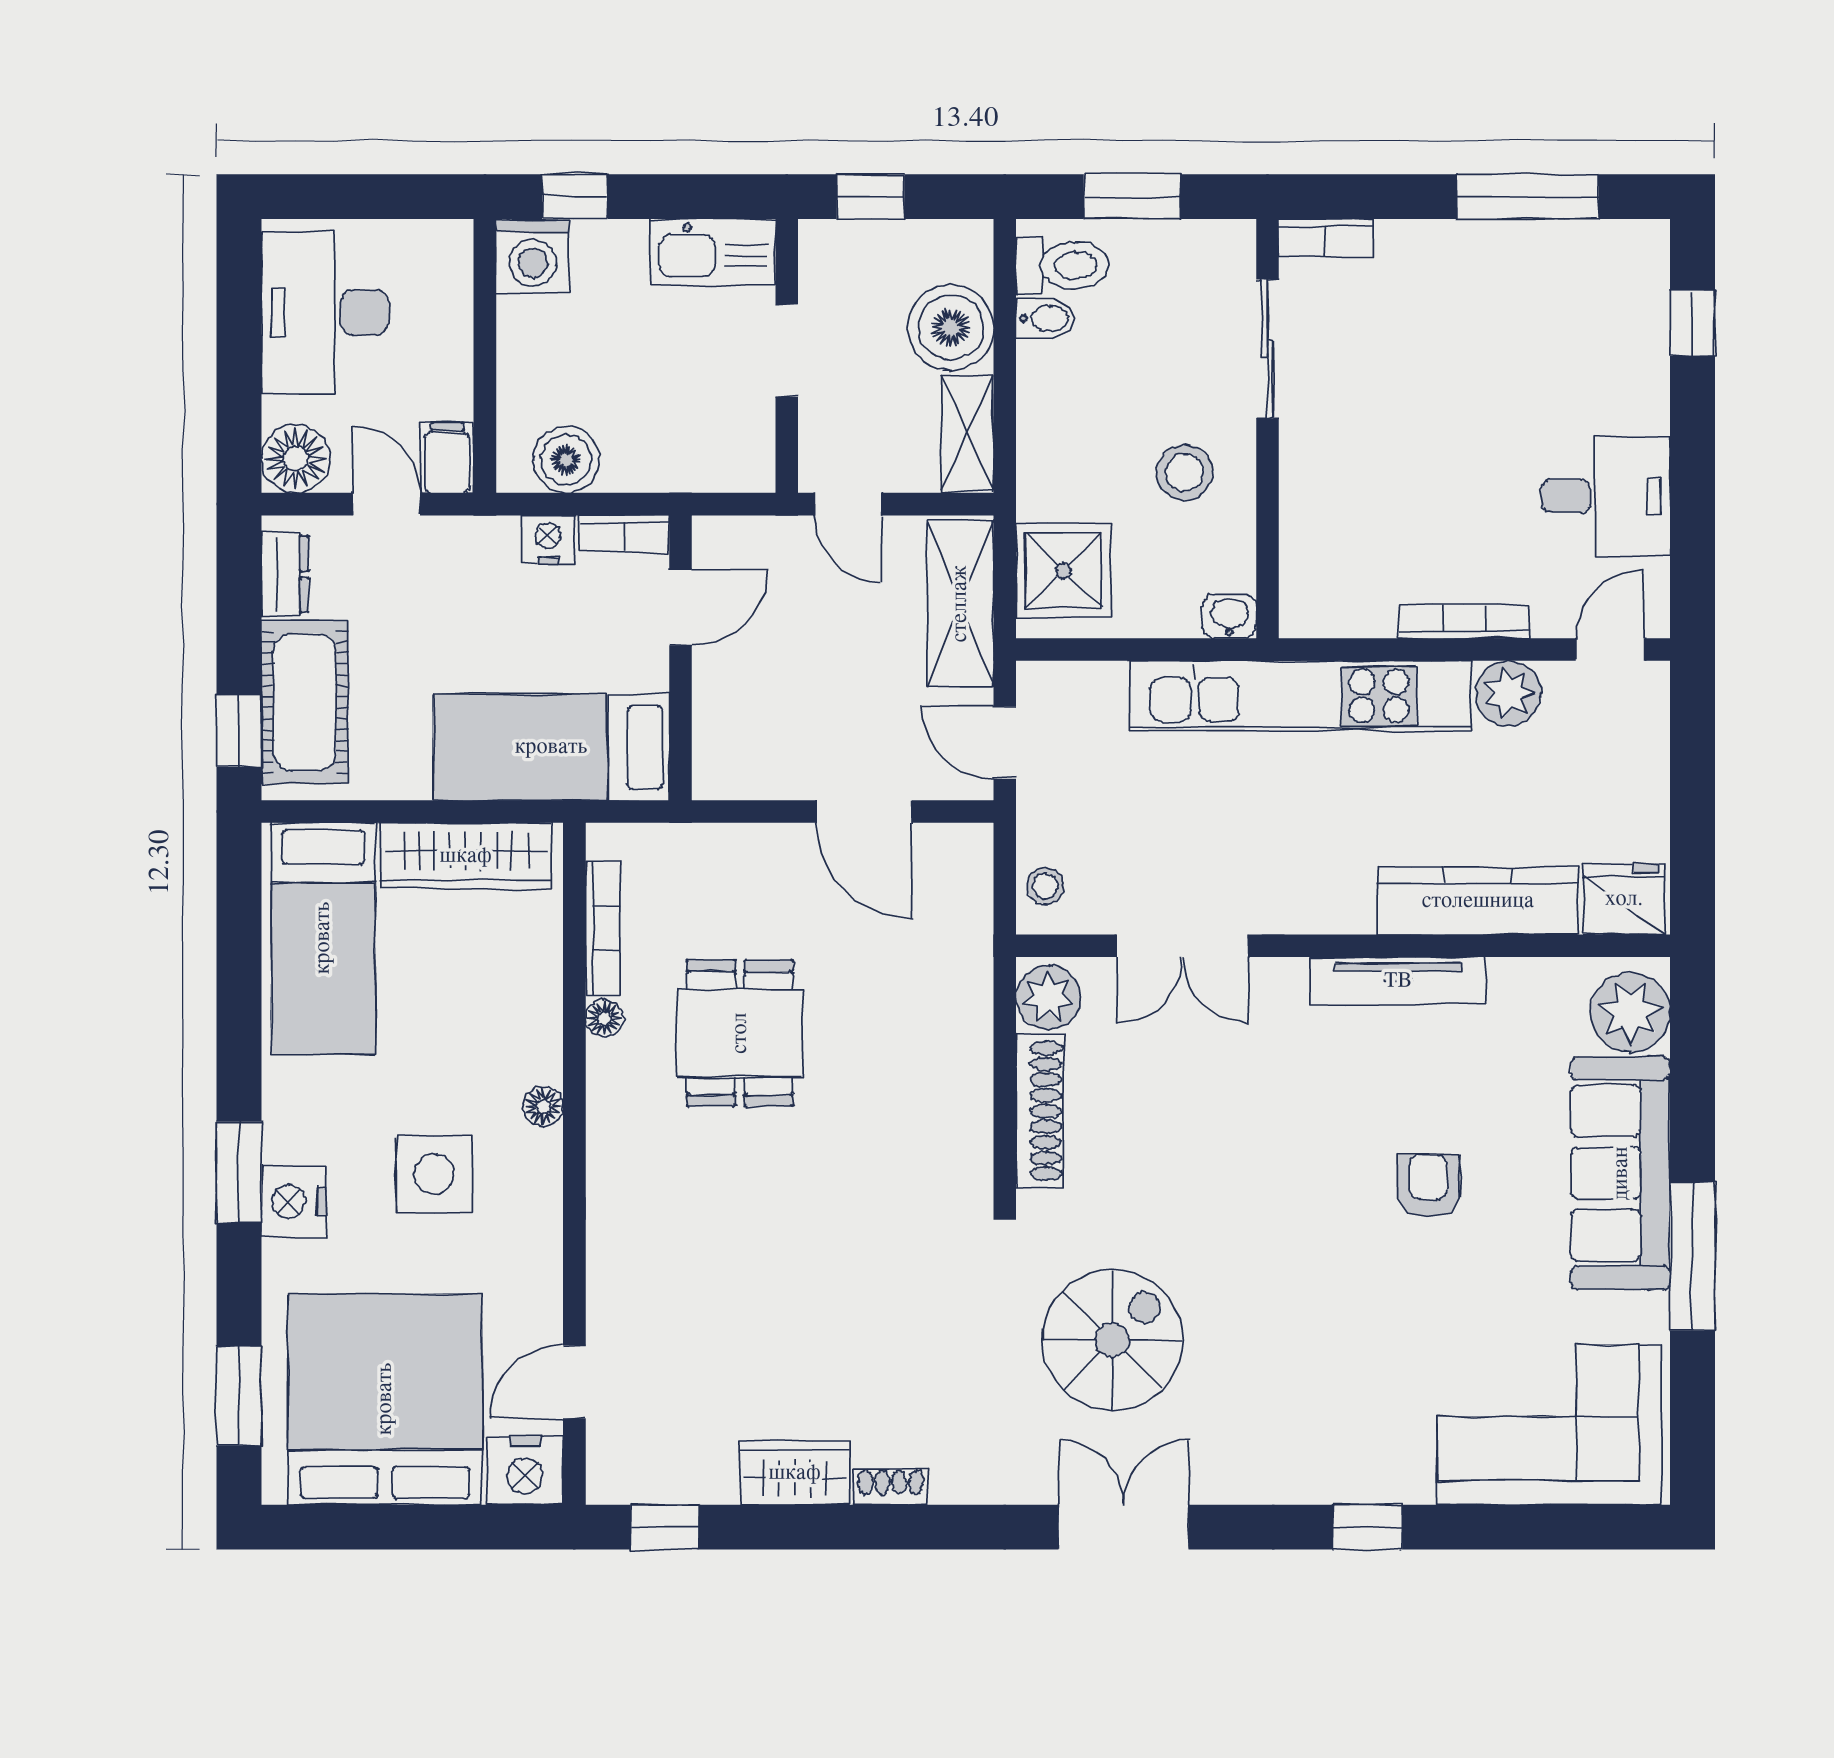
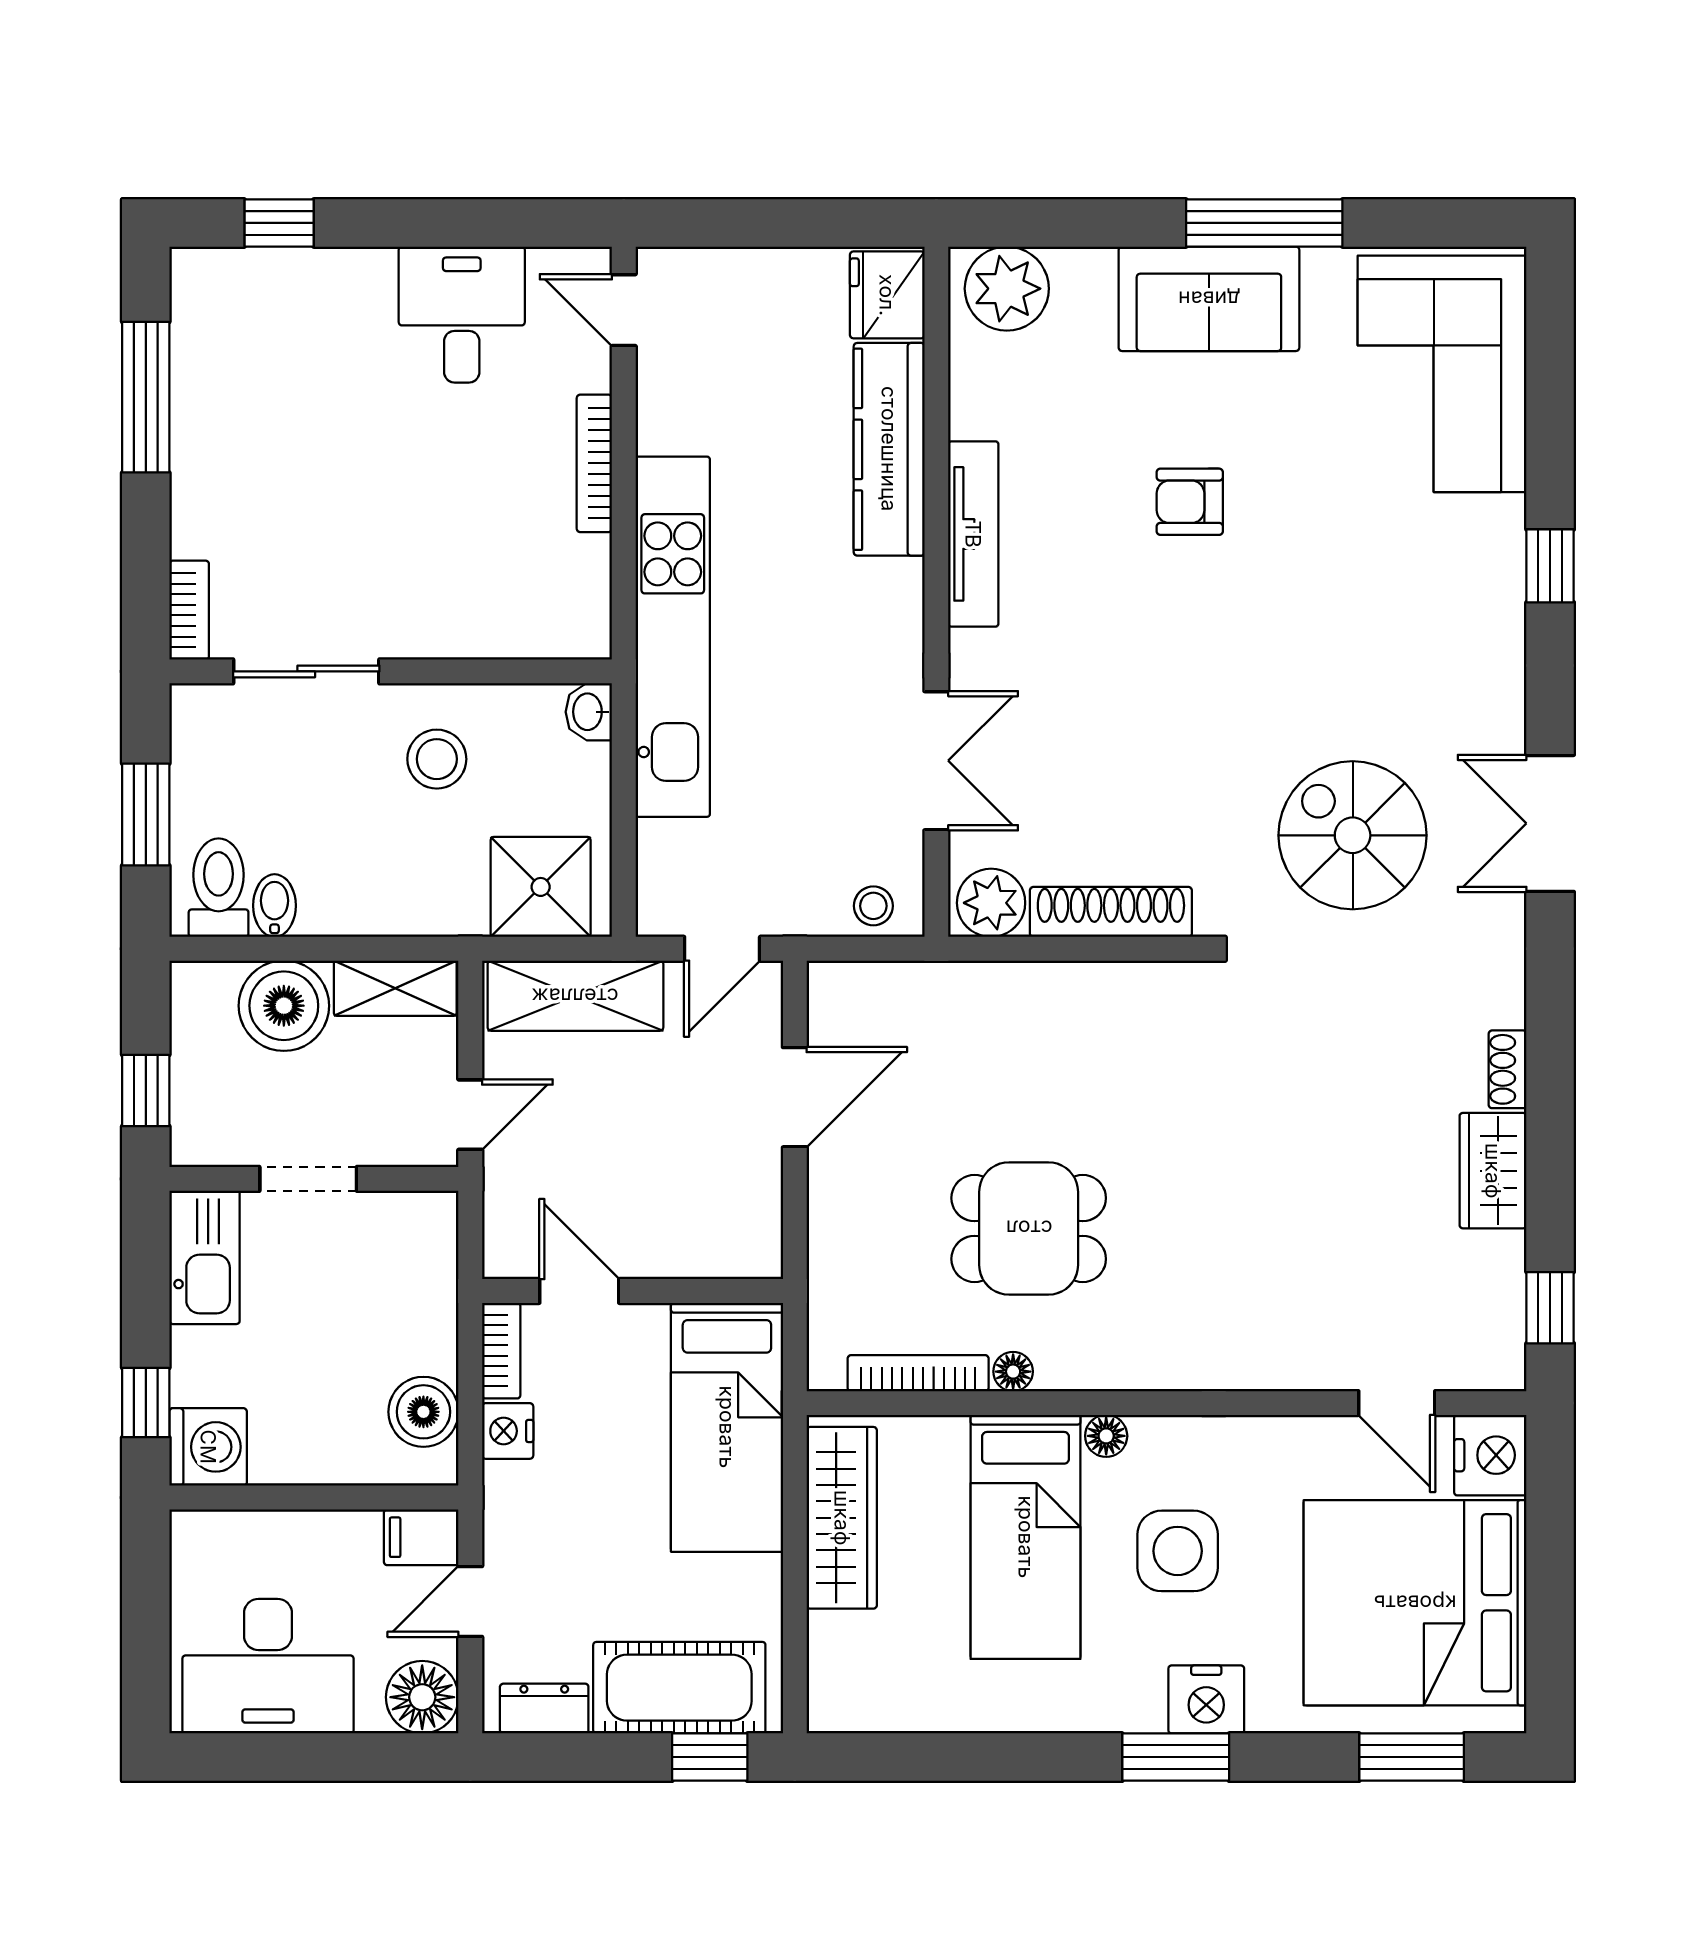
plant: (1508, 693) -> (670, 417), removed
bed: (323, 938) -> (1026, 1537), moved, turned 90
sofa: (1621, 1173) -> (1209, 299), width x0.73

